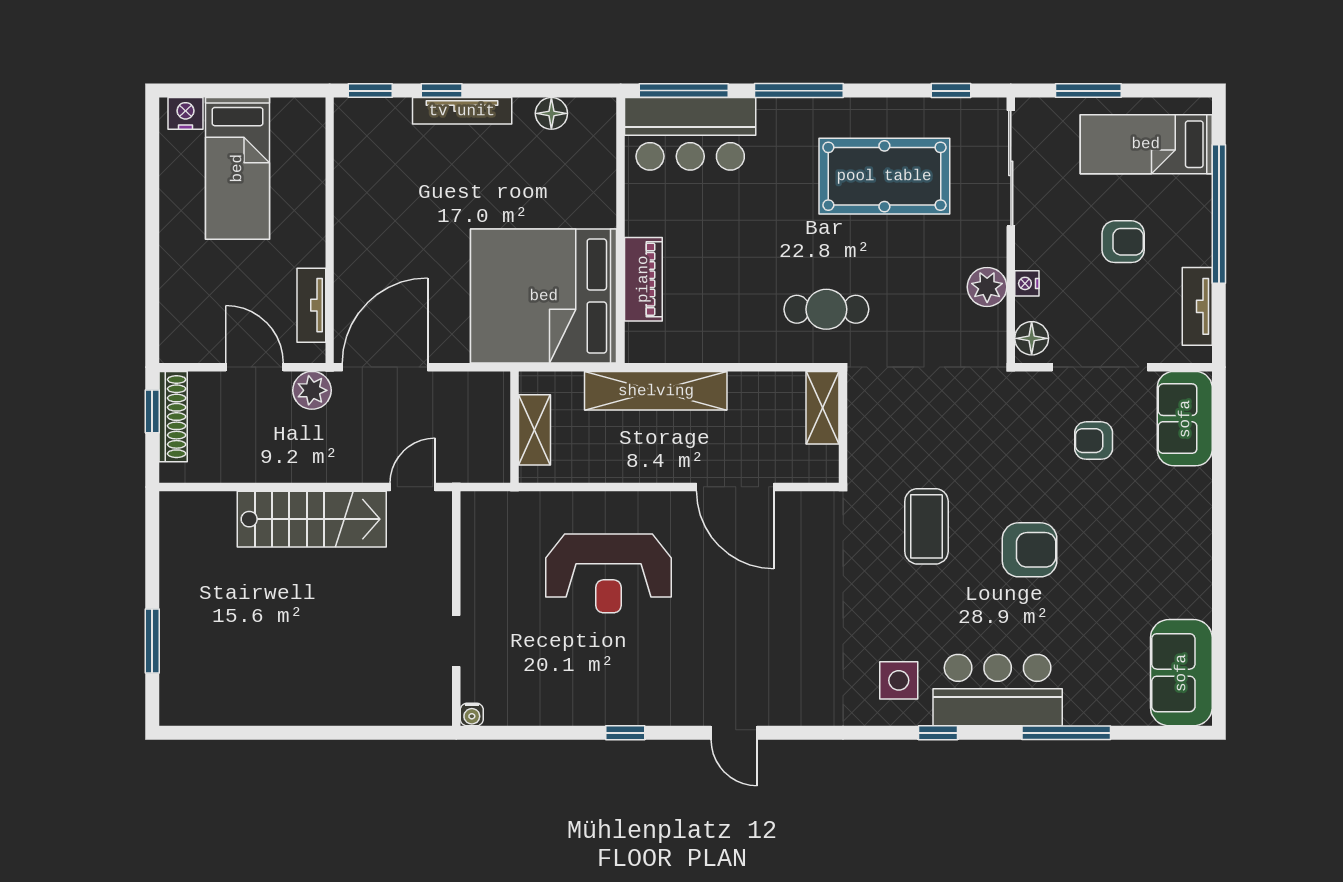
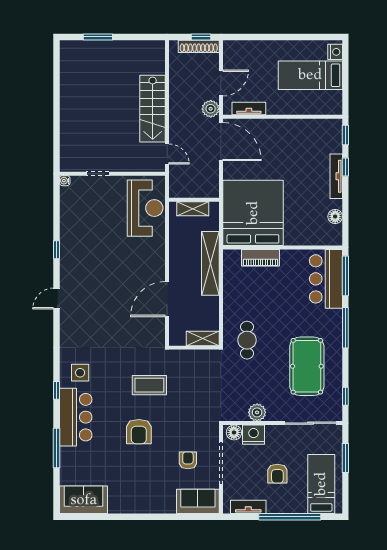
nightstand: (1027, 283) -> (254, 435), width x1.89, depth x1.79
reception desk: (608, 573) -> (145, 208), moved, turned 180

